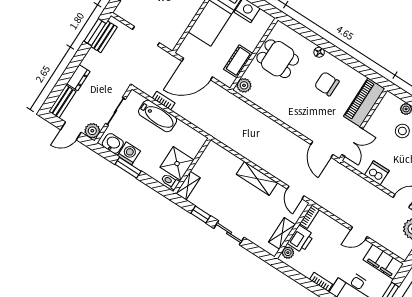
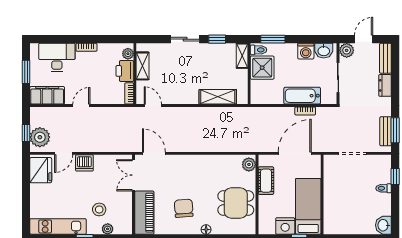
chair: (327, 84) -> (184, 208), turned -94
window: (128, 168) -> (273, 39), moved
dishwasher: (377, 173) -> (84, 163), moved
shelving: (257, 179) -> (218, 97), moved

